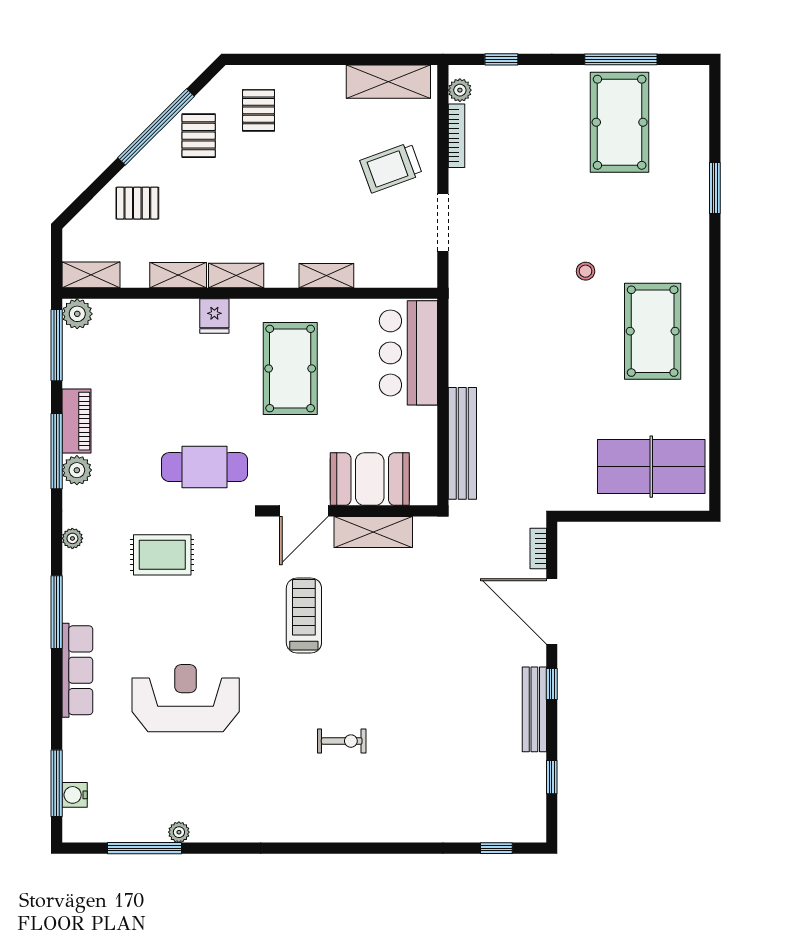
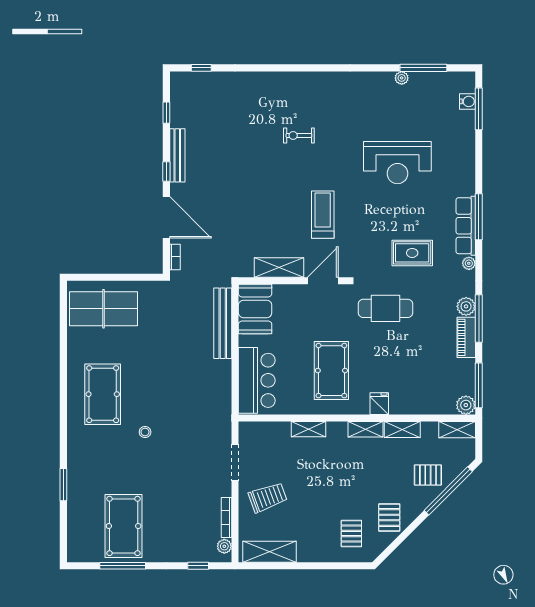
window: (156, 127) -> (448, 491), moved
booth: (370, 479) -> (255, 309), moved, turned 90
treadmill: (304, 615) -> (323, 215), turned 180
row of seats: (77, 670) -> (466, 226), moved

